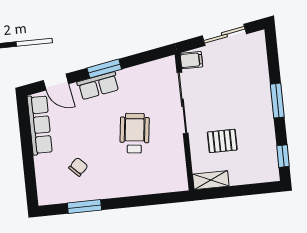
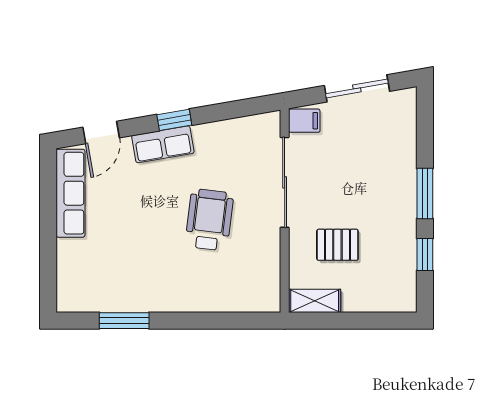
window: (104, 69) -> (174, 120), width x0.67
door: (56, 82) -> (101, 133), hinge flipped
window: (283, 156) -> (425, 254), moved
chair: (78, 167) -> (121, 261), removed

